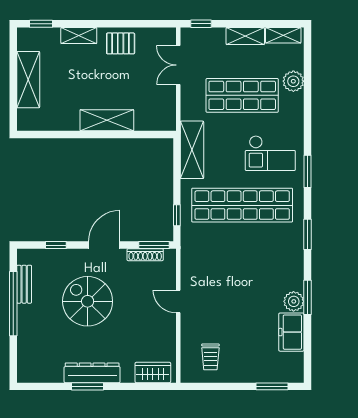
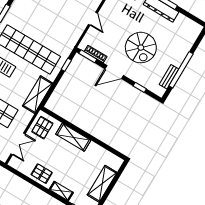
pallet: (158, 108) -> (42, 128), added

